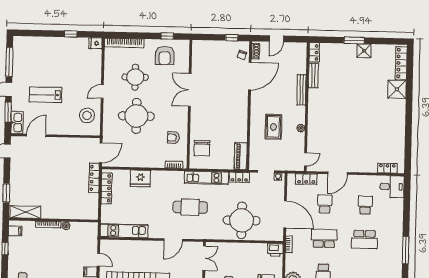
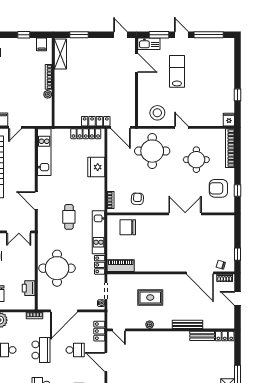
round table: (136, 116) -> (152, 151), moved
cafe table: (190, 207) -> (69, 217), width x0.73, depth x0.74
printer: (275, 250) -> (29, 288), moved

